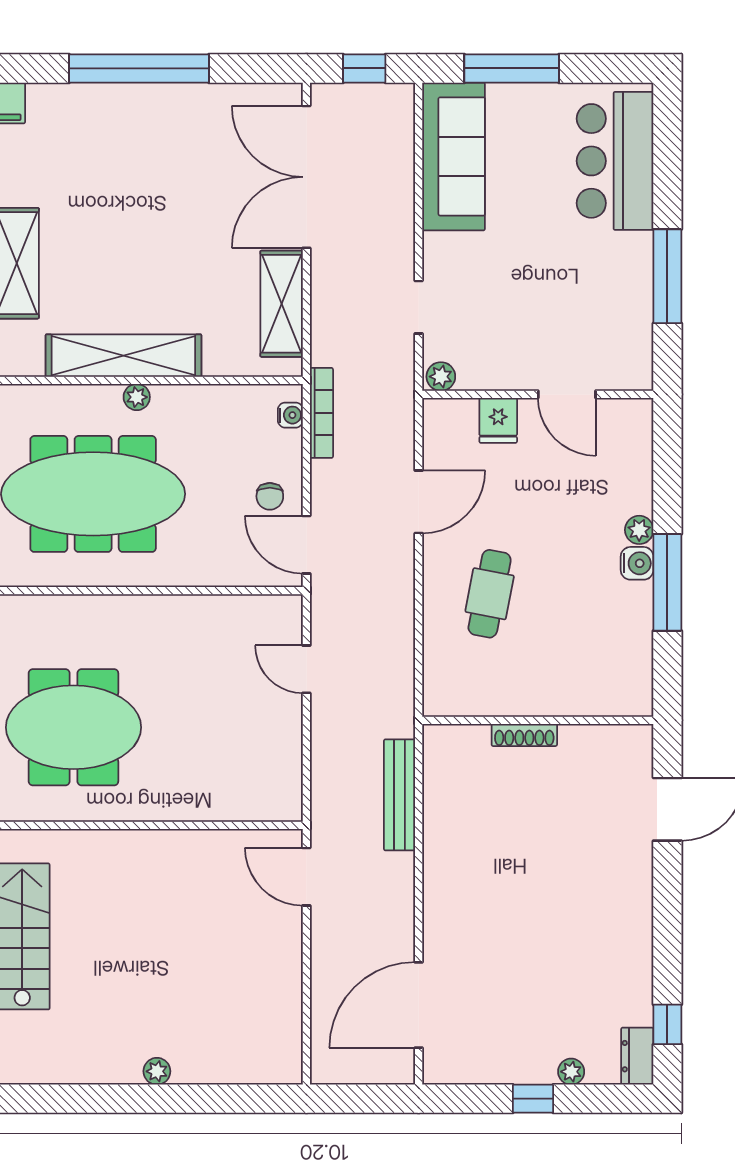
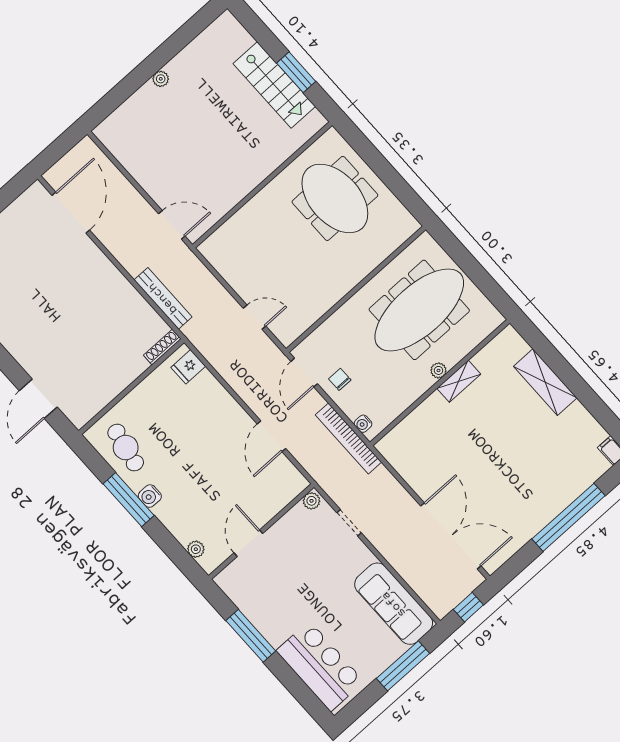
shelving: (282, 304) -> (411, 470), removed
shelving: (123, 356) -> (459, 381), width x0.45, depth x0.75
door: (567, 394) -> (248, 543), hinge flipped
bookcase: (321, 413) -> (348, 438), width x1.48, depth x1.31
fridge: (498, 420) -> (188, 367), moved, turned -90
plant: (639, 530) -> (196, 549), moved
door: (306, 545) -> (304, 373), swing flipped
cafe table: (490, 594) -> (126, 448), moved
meeting table: (73, 727) -> (335, 198), turned 90
shoe rack: (524, 735) -> (162, 347), moved

